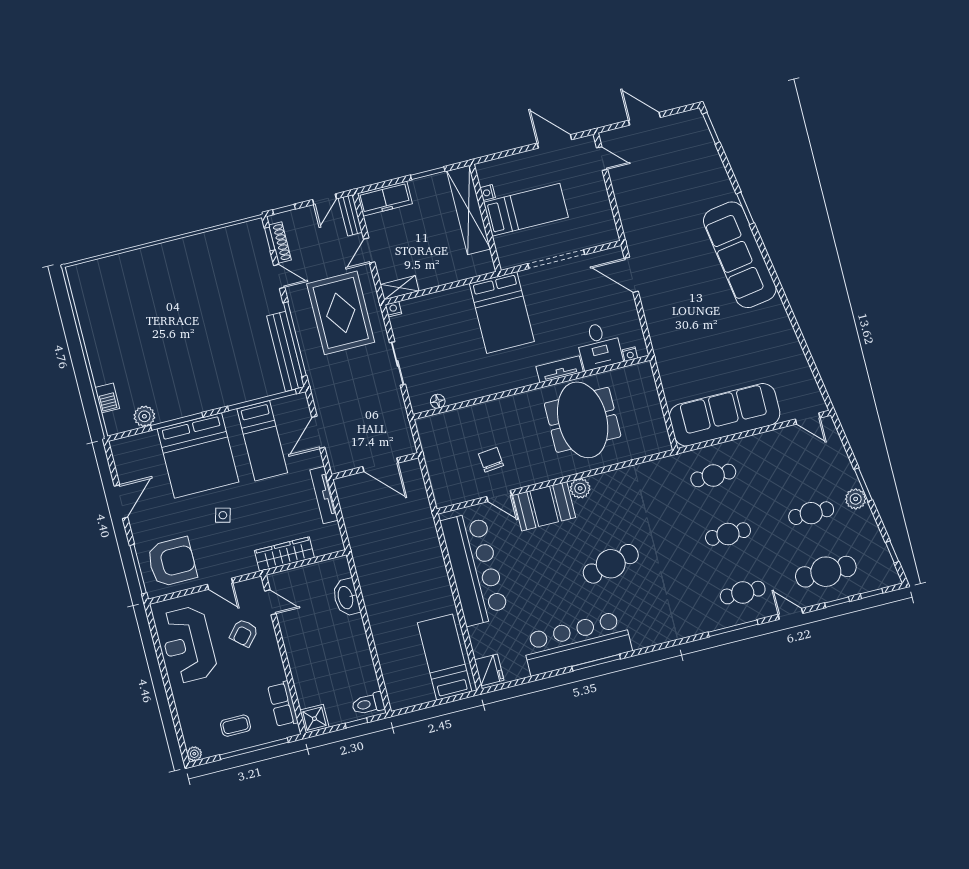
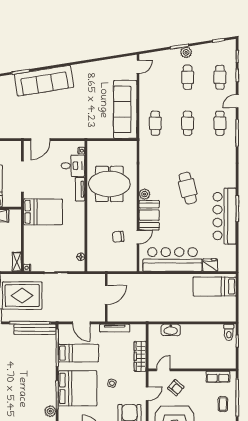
cafe table: (826, 572) -> (220, 77), width x0.73, depth x0.74
fridge: (489, 670) -> (210, 265), moved
shower: (314, 719) -> (230, 362), removed

